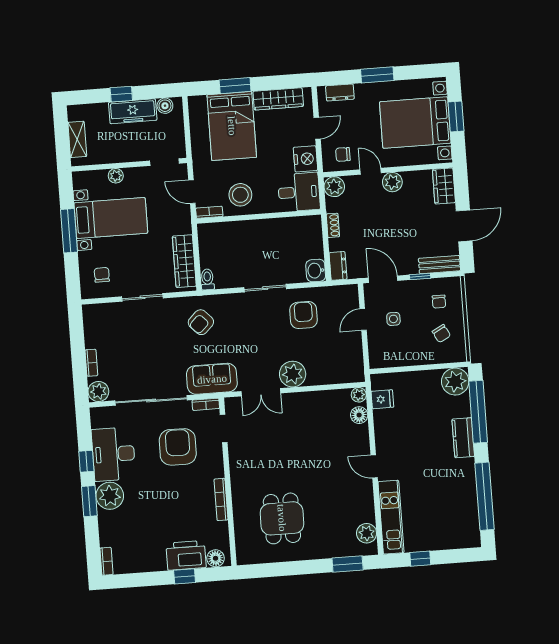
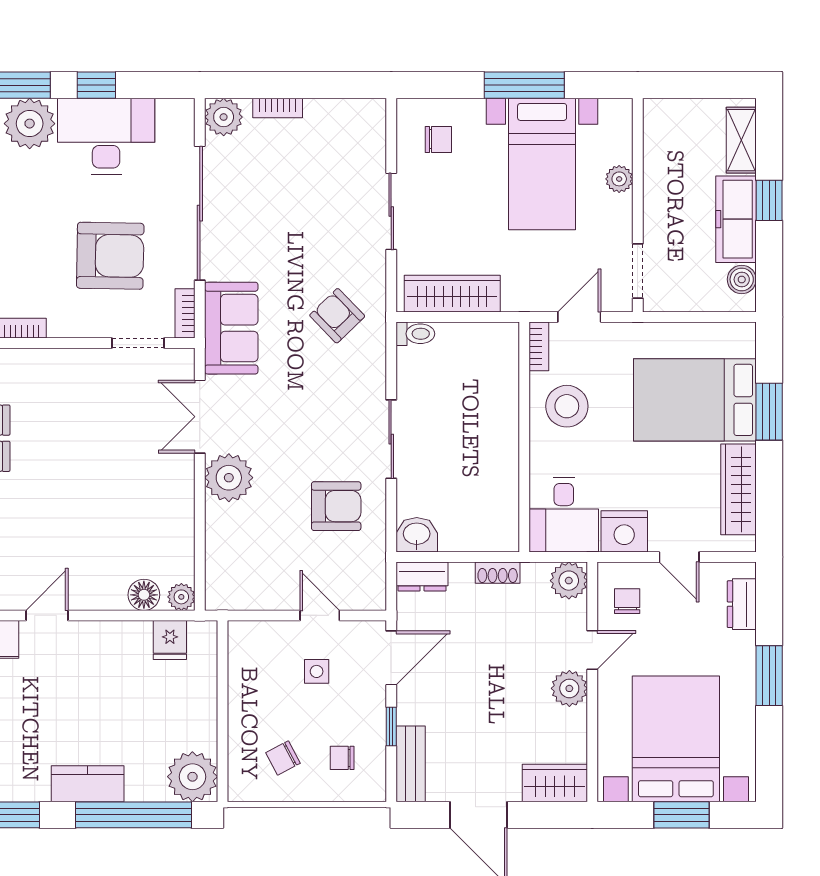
shelving: (77, 139) -> (741, 140), moved, turned 90

